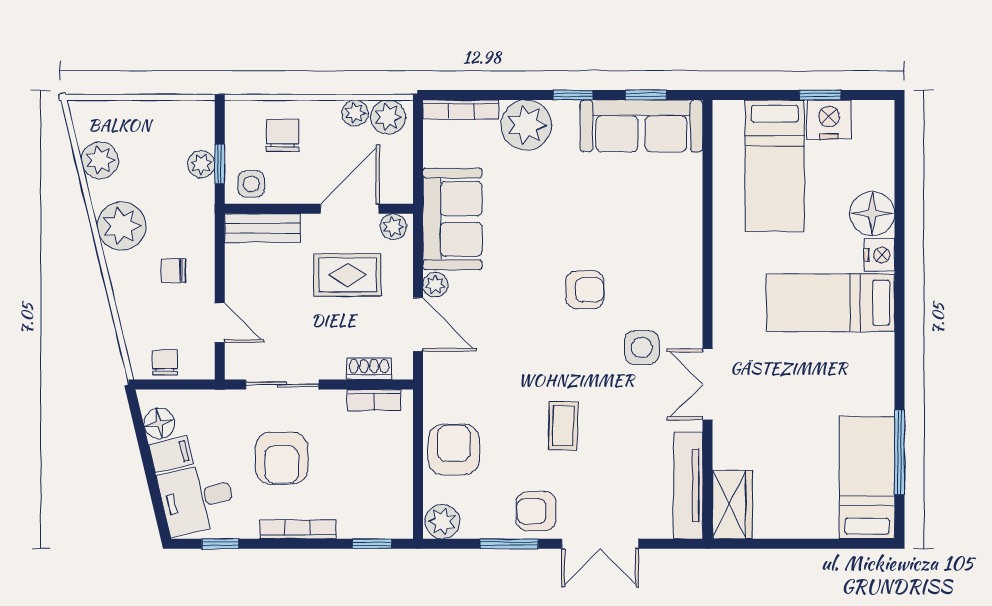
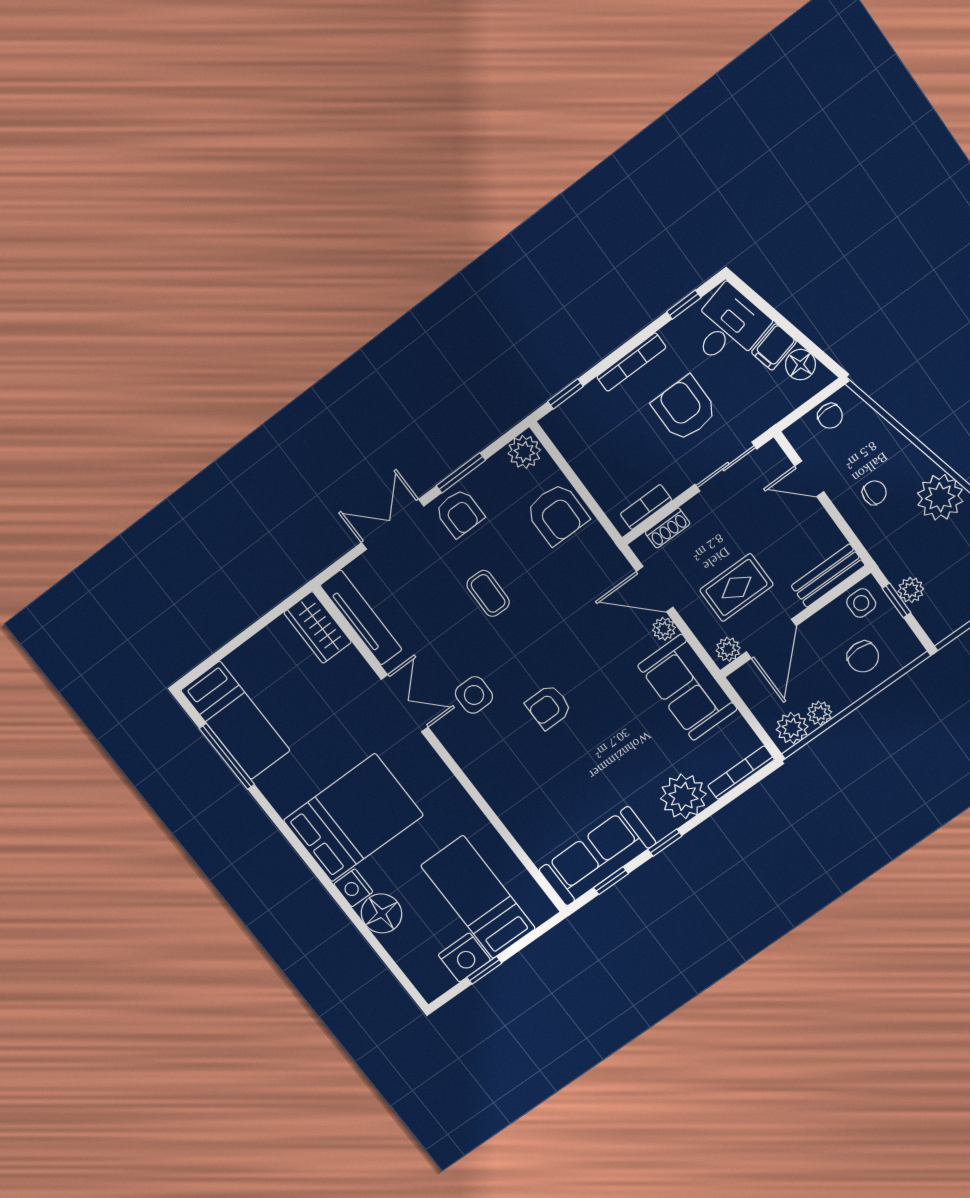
bed: (831, 303) -> (353, 818), width x1.50
armchair: (536, 511) -> (459, 513), turned 90

